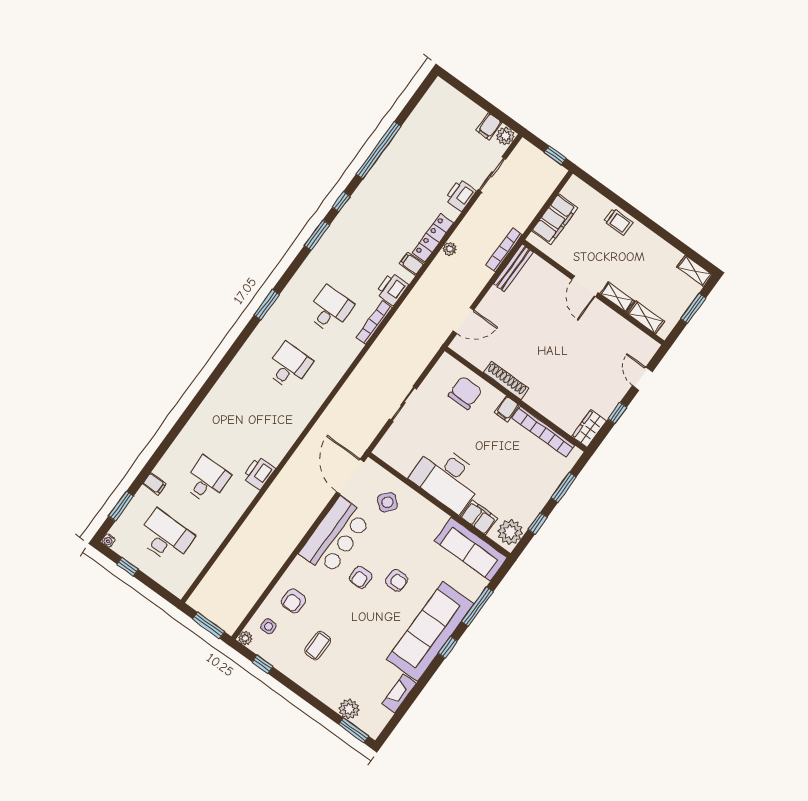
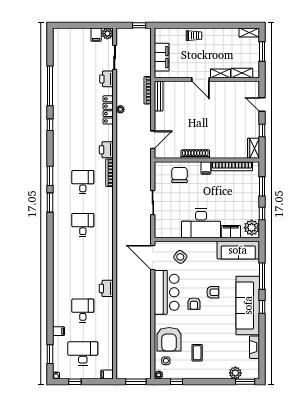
window: (317, 235) -> (50, 176), moved
filing cabinet: (412, 264) -> (107, 374), moved
armchair: (293, 601) -> (169, 339), width x1.88, depth x1.88

